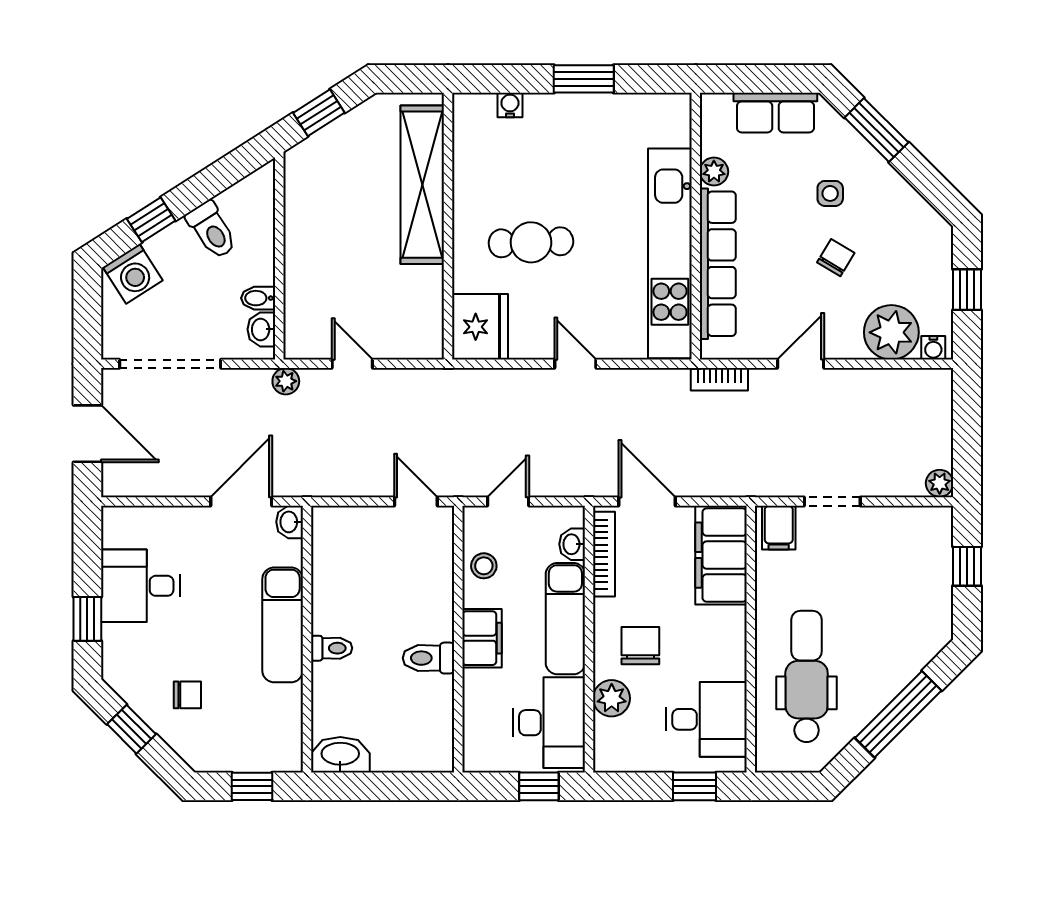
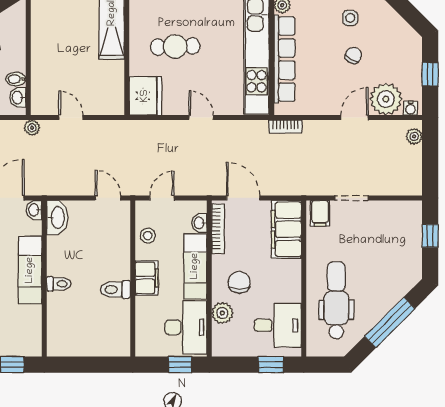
door: (801, 364) -> (354, 118), moved
plant: (940, 483) -> (414, 136), moved
washbasin: (340, 755) -> (57, 218), moved, turned 90

